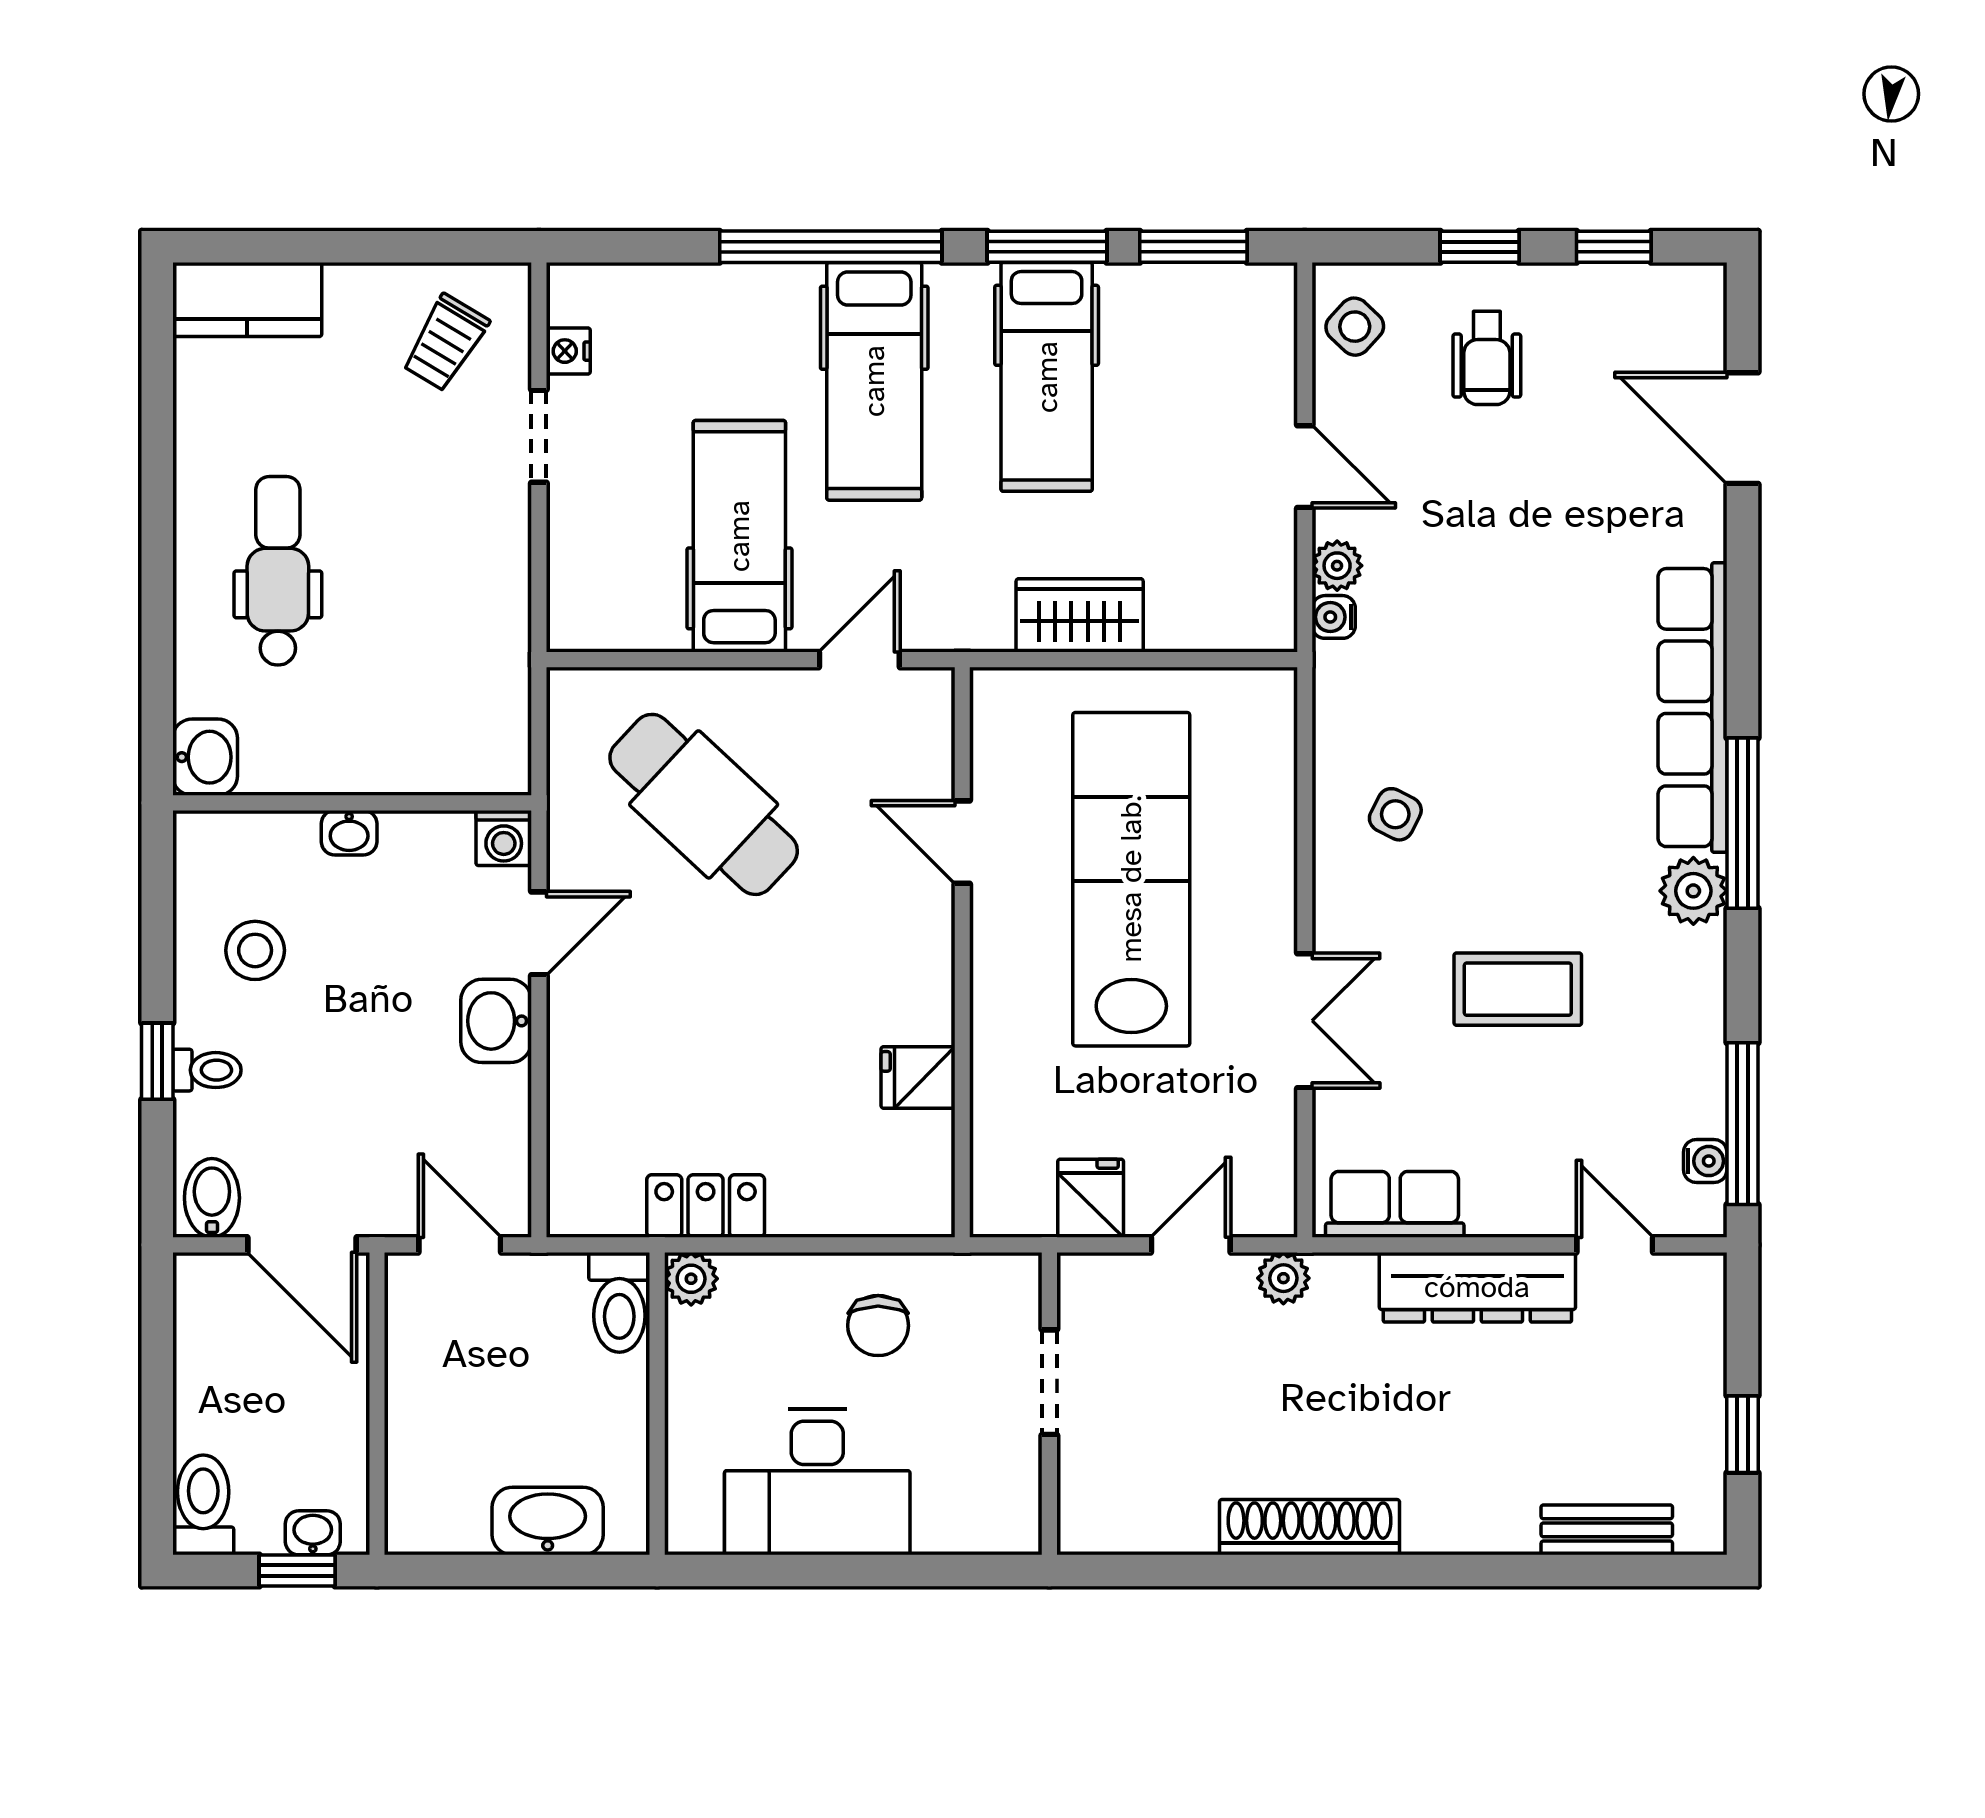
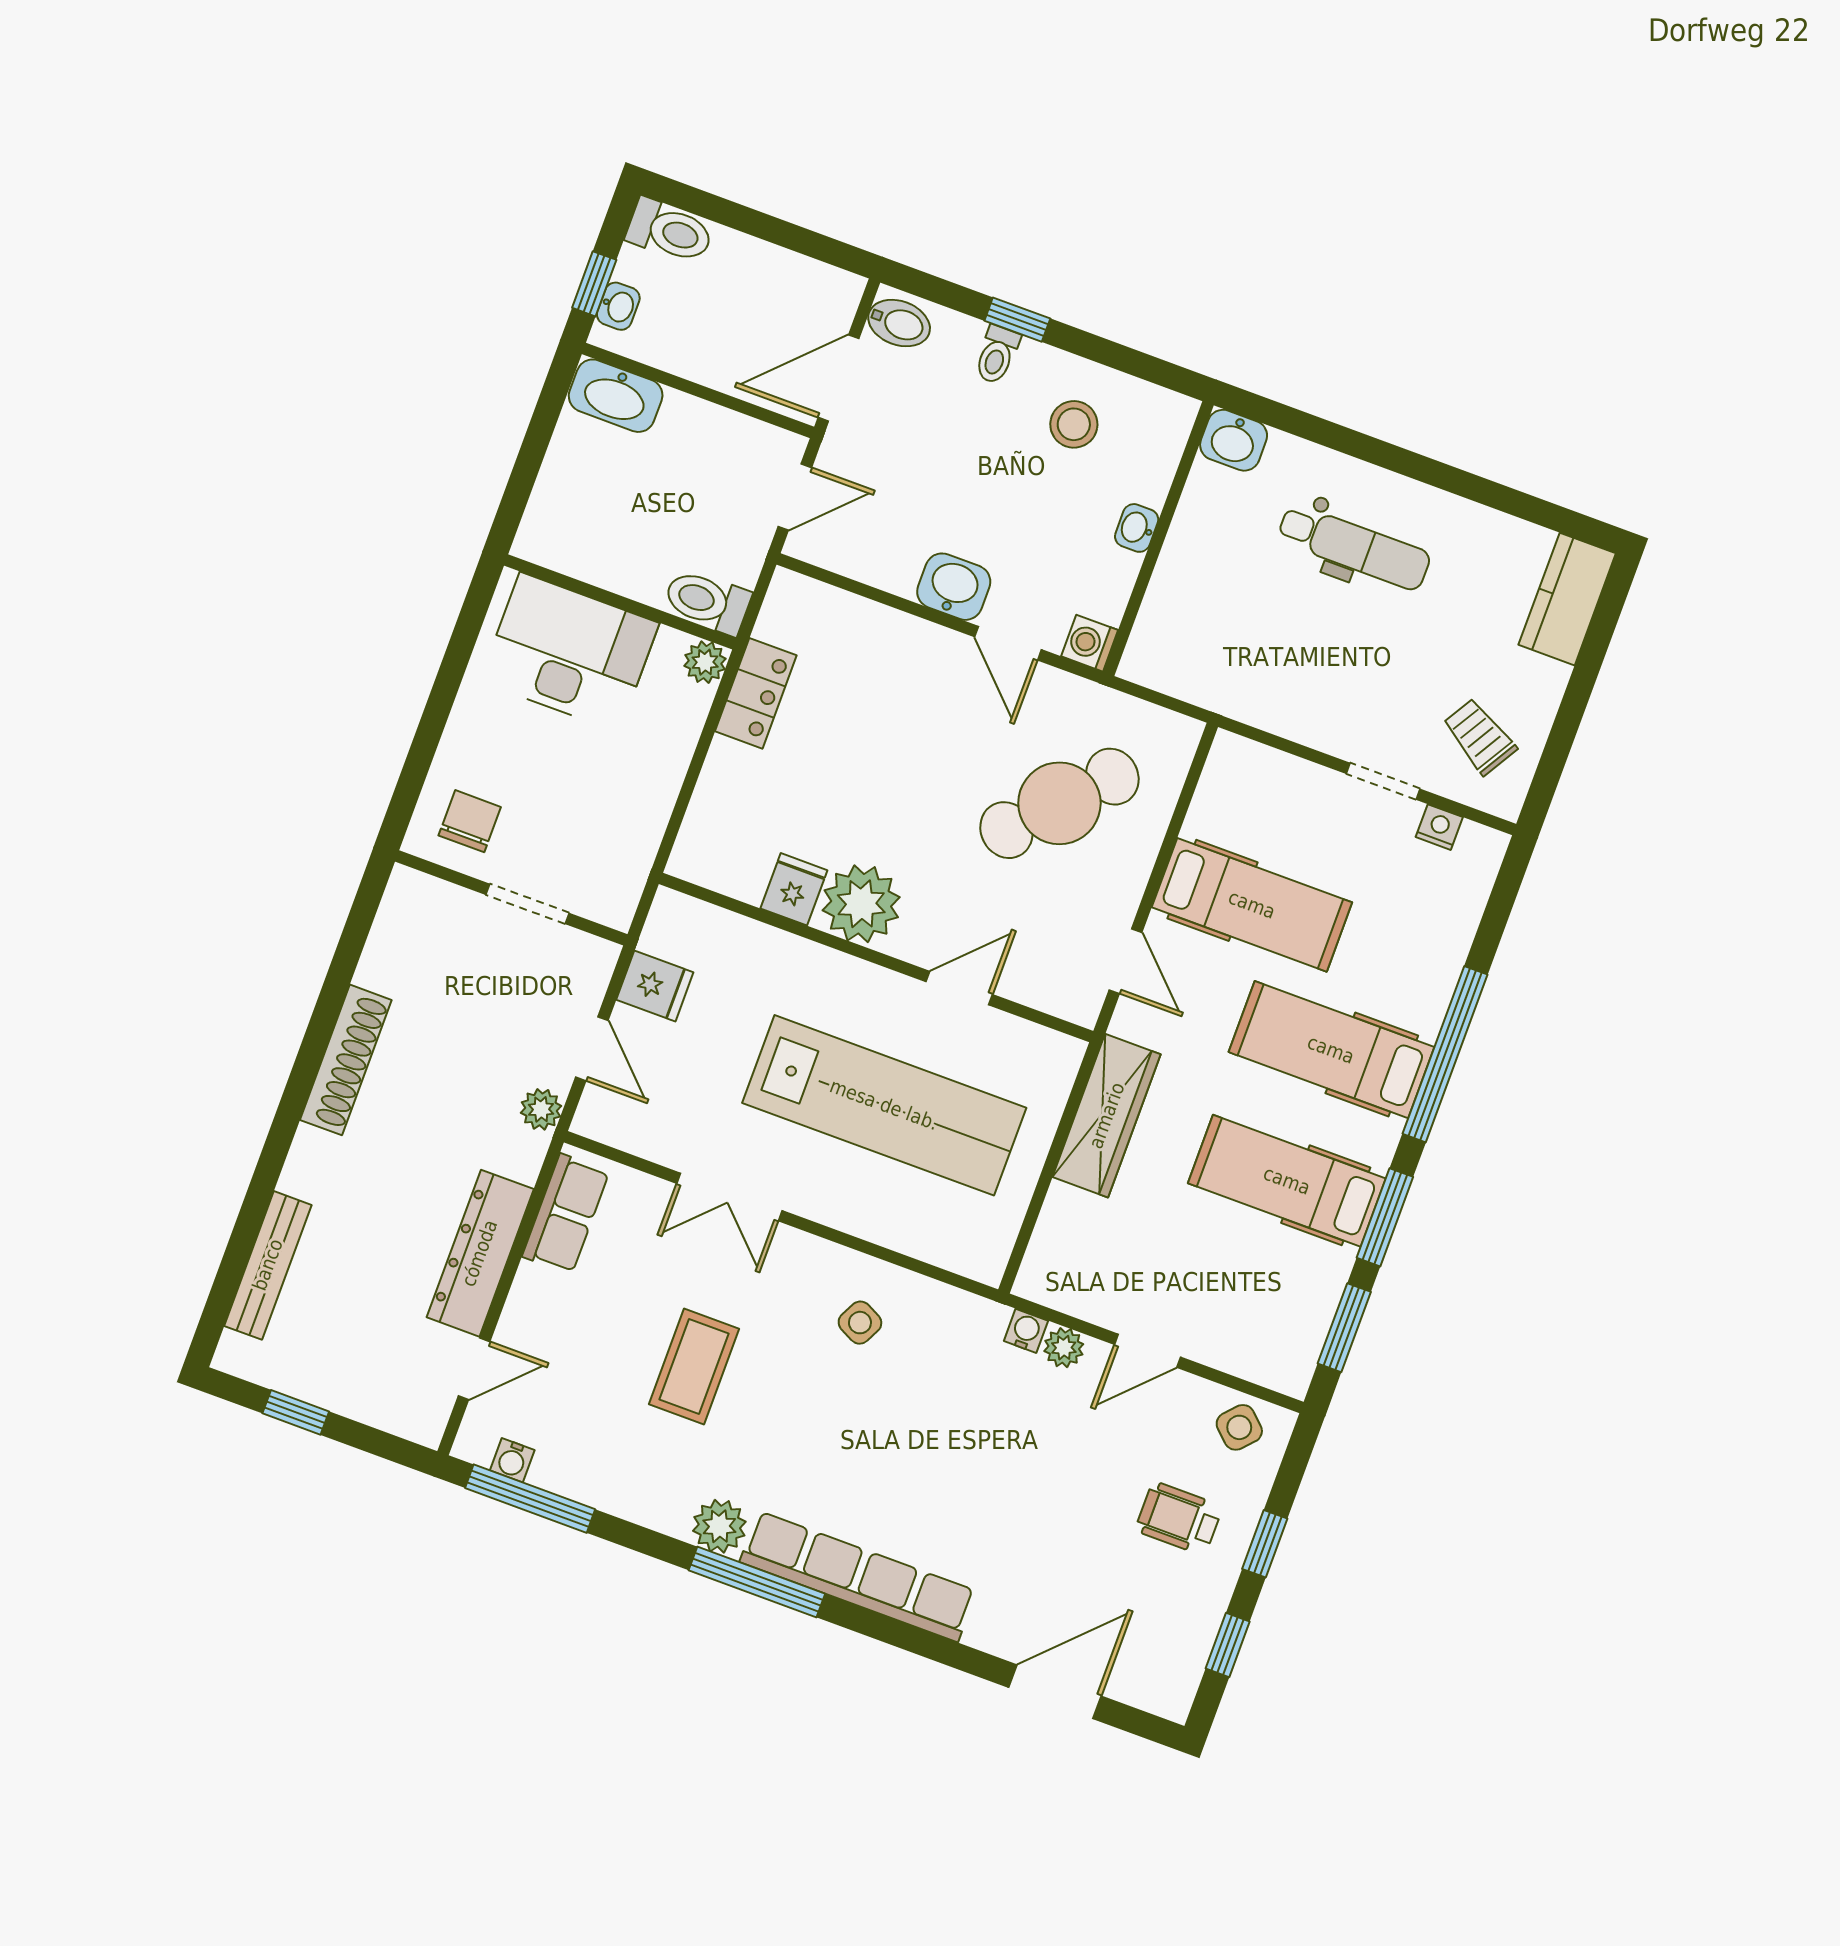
wardrobe: (1080, 615) -> (1107, 1116), width x1.50
plant: (906, 993) -> (861, 904), added
chair: (878, 1326) -> (470, 821), moved, turned 90
desk: (817, 1482) -> (570, 652), moved, turned 90
washbasin: (548, 1521) -> (616, 396), moved, turned 90
bench: (1607, 1530) -> (268, 1265), width x1.36

